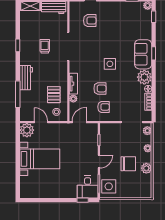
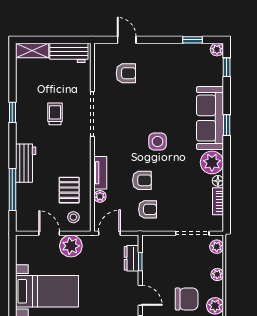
sofa: (143, 54) -> (210, 118), width x1.36
plant: (27, 130) -> (71, 246), moved
dresser: (93, 138) -> (132, 258), added
door: (99, 161) -> (140, 295), hinge flipped

